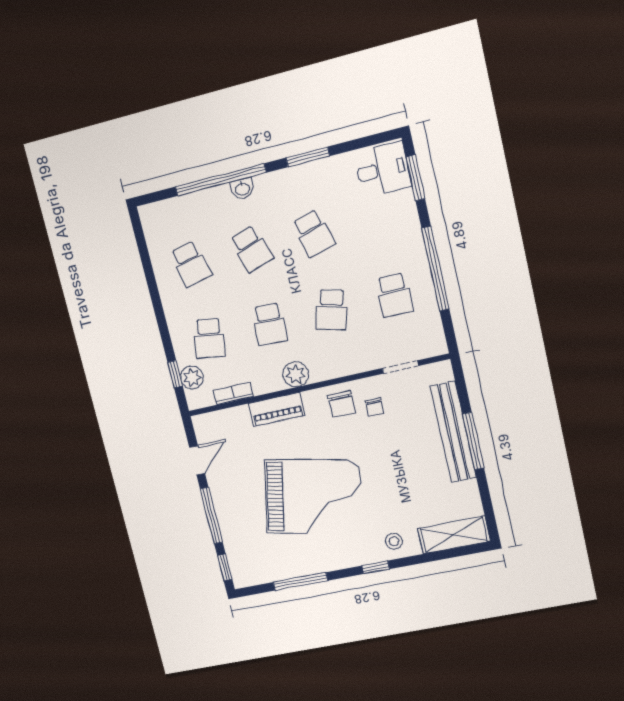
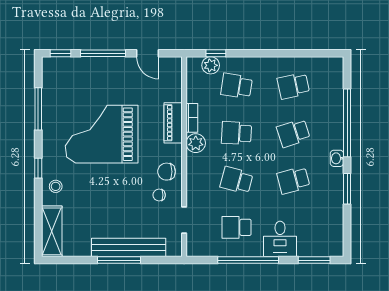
desk: (383, 170) -> (280, 239), moved
washbasin: (242, 189) -> (337, 158), moved
bookcase: (233, 393) -> (192, 118), moved
grand piano: (313, 497) -> (102, 134), turned 78

